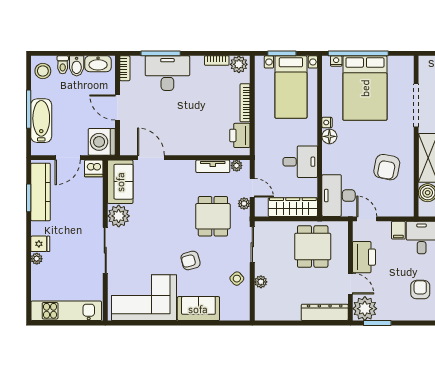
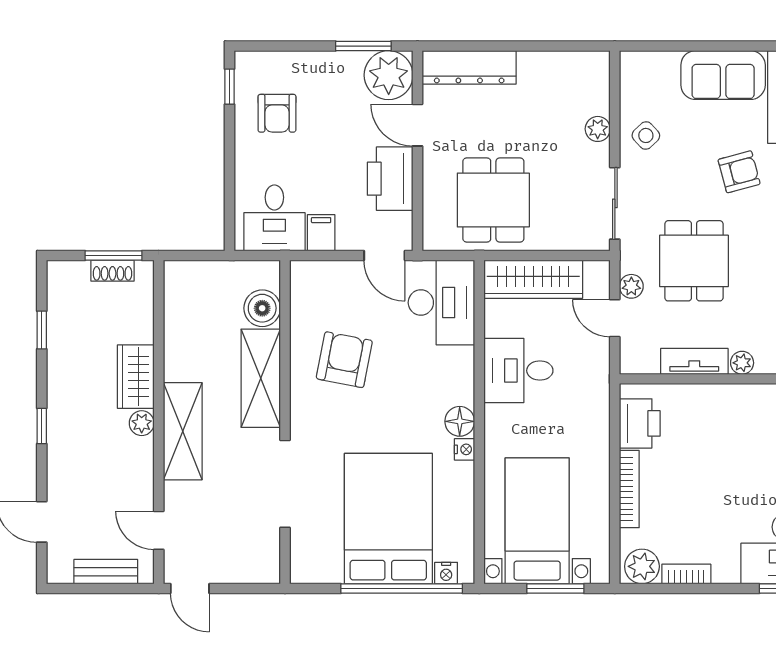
plant: (237, 166) -> (742, 363), moved

